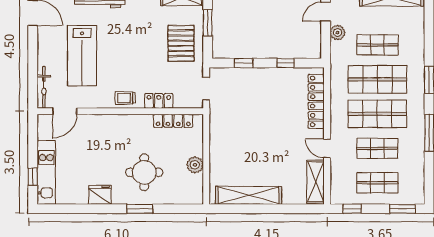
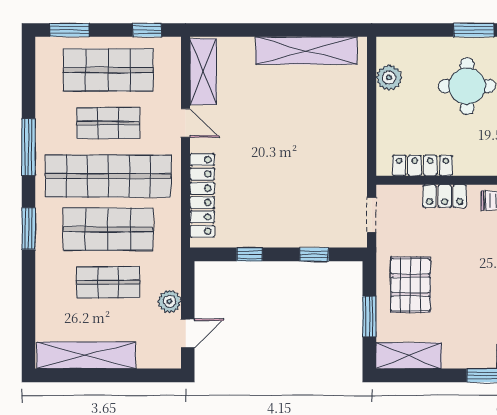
shop shelf: (377, 114) -> (108, 176), width x1.40
plant: (195, 165) -> (389, 78), moved
shop shelf: (377, 183) -> (108, 70), width x1.43, depth x1.36

